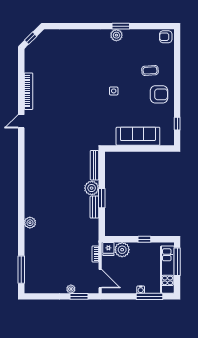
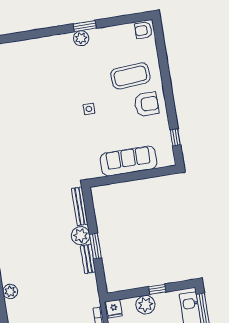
coffee table: (150, 70) -> (130, 76), width x1.86, depth x1.72
plant: (122, 250) -> (145, 305), moved

